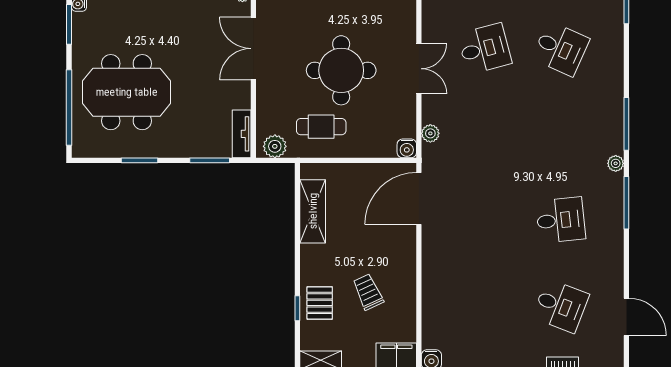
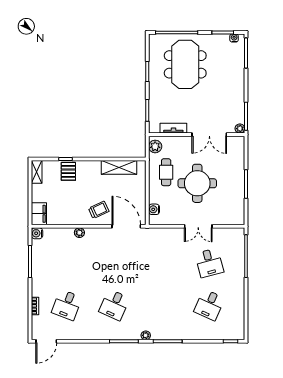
double door: (253, 49) -> (209, 135), swing flipped
plant: (430, 133) -> (79, 233), moved
tv unit: (242, 134) -> (173, 128), moved
water cooler: (407, 148) -> (154, 209), moved
desk: (561, 220) -> (114, 305), turned 30
trolley: (368, 292) -> (99, 210), moved
pallet: (320, 303) -> (68, 171), turned 90
door: (626, 317) -> (46, 341), moved

